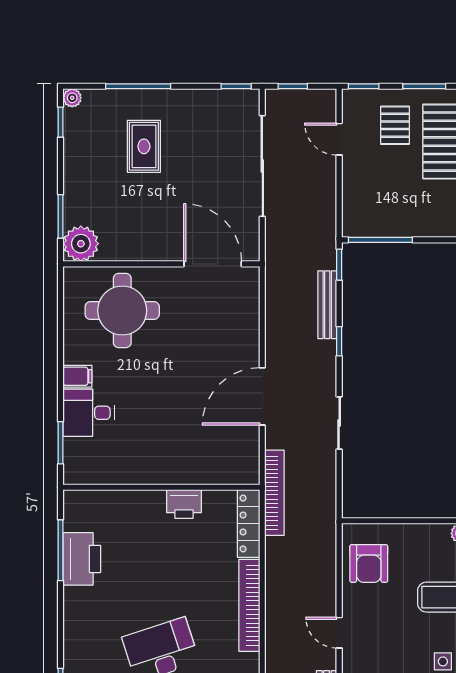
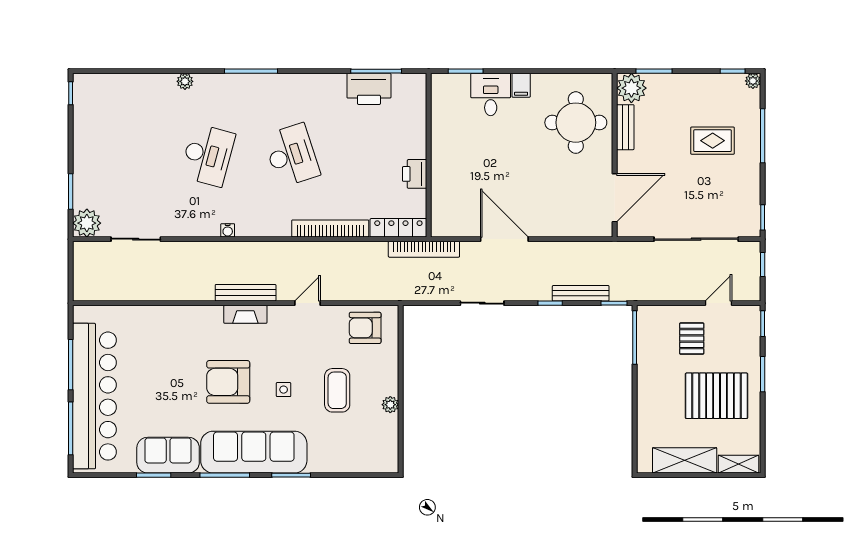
pallet: (395, 125) -> (692, 339), moved, turned 90
bench: (128, 251) -> (625, 127), added

